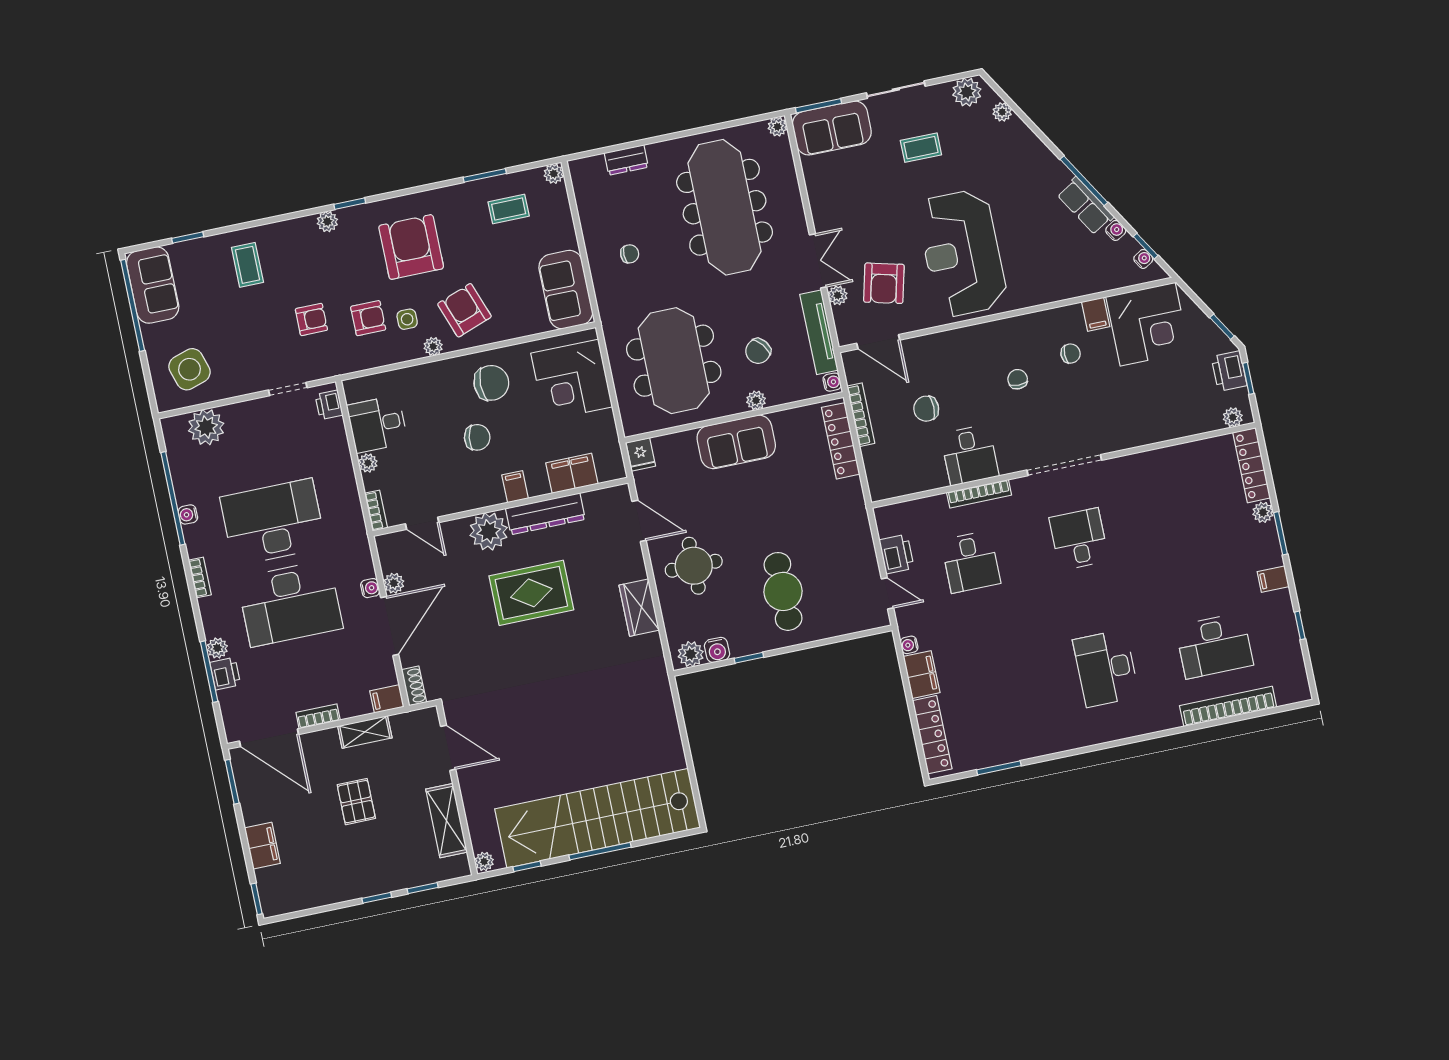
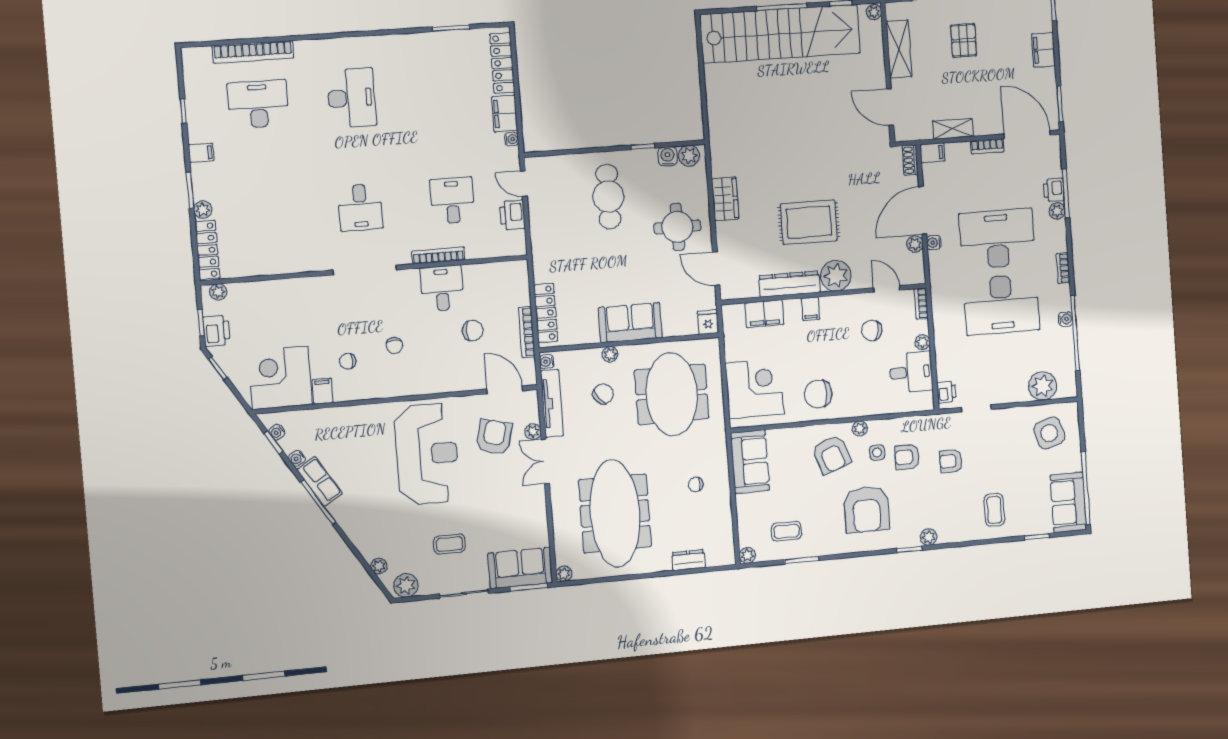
chair: (477, 437) -> (872, 330), moved
pallet: (356, 802) -> (964, 40), moved

